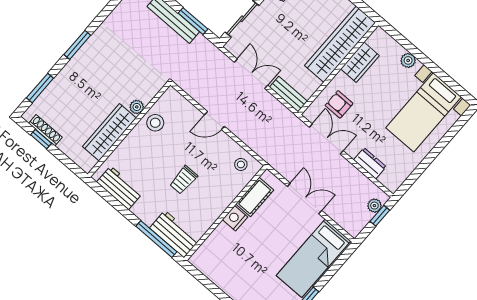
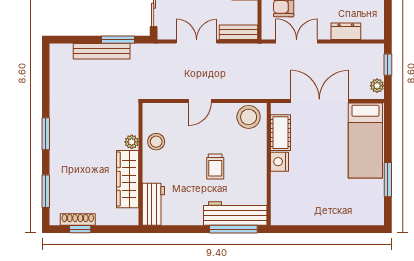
stool: (241, 164) -> (249, 117), width x1.89, depth x1.89
workbench: (119, 188) -> (153, 204), moved, turned 90
double door: (305, 198) -> (319, 101), width x1.37
plant: (374, 206) -> (377, 86), moved
workbench: (174, 234) -> (235, 214), width x1.38

